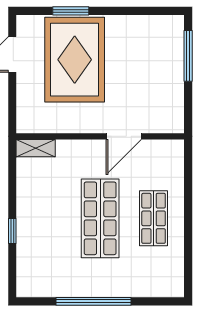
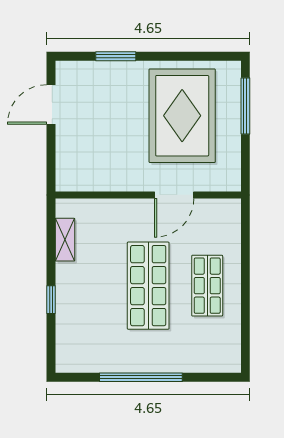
rug: (75, 60) -> (182, 116), moved
shelving: (36, 148) -> (65, 240), moved, turned 90

